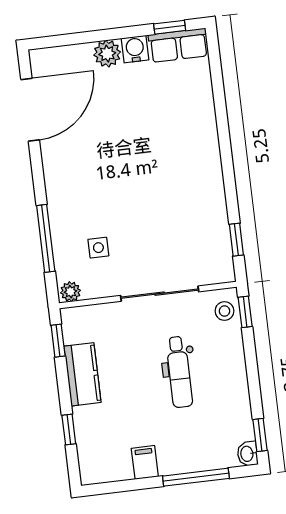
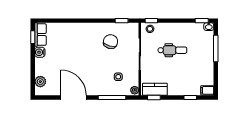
plant: (107, 54) -> (40, 82), moved
door: (30, 110) -> (74, 98), moved
chair: (182, 218) -> (111, 42), added
kitchen counter: (82, 374) -> (155, 89), moved
filing cabinet: (145, 462) -> (207, 90), moved

